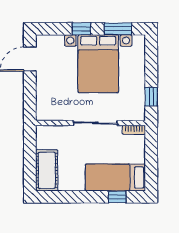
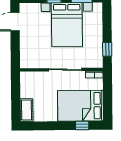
cot: (47, 170) -> (26, 110), width x0.73, depth x0.75
bed: (115, 177) -> (81, 106), width x1.50

